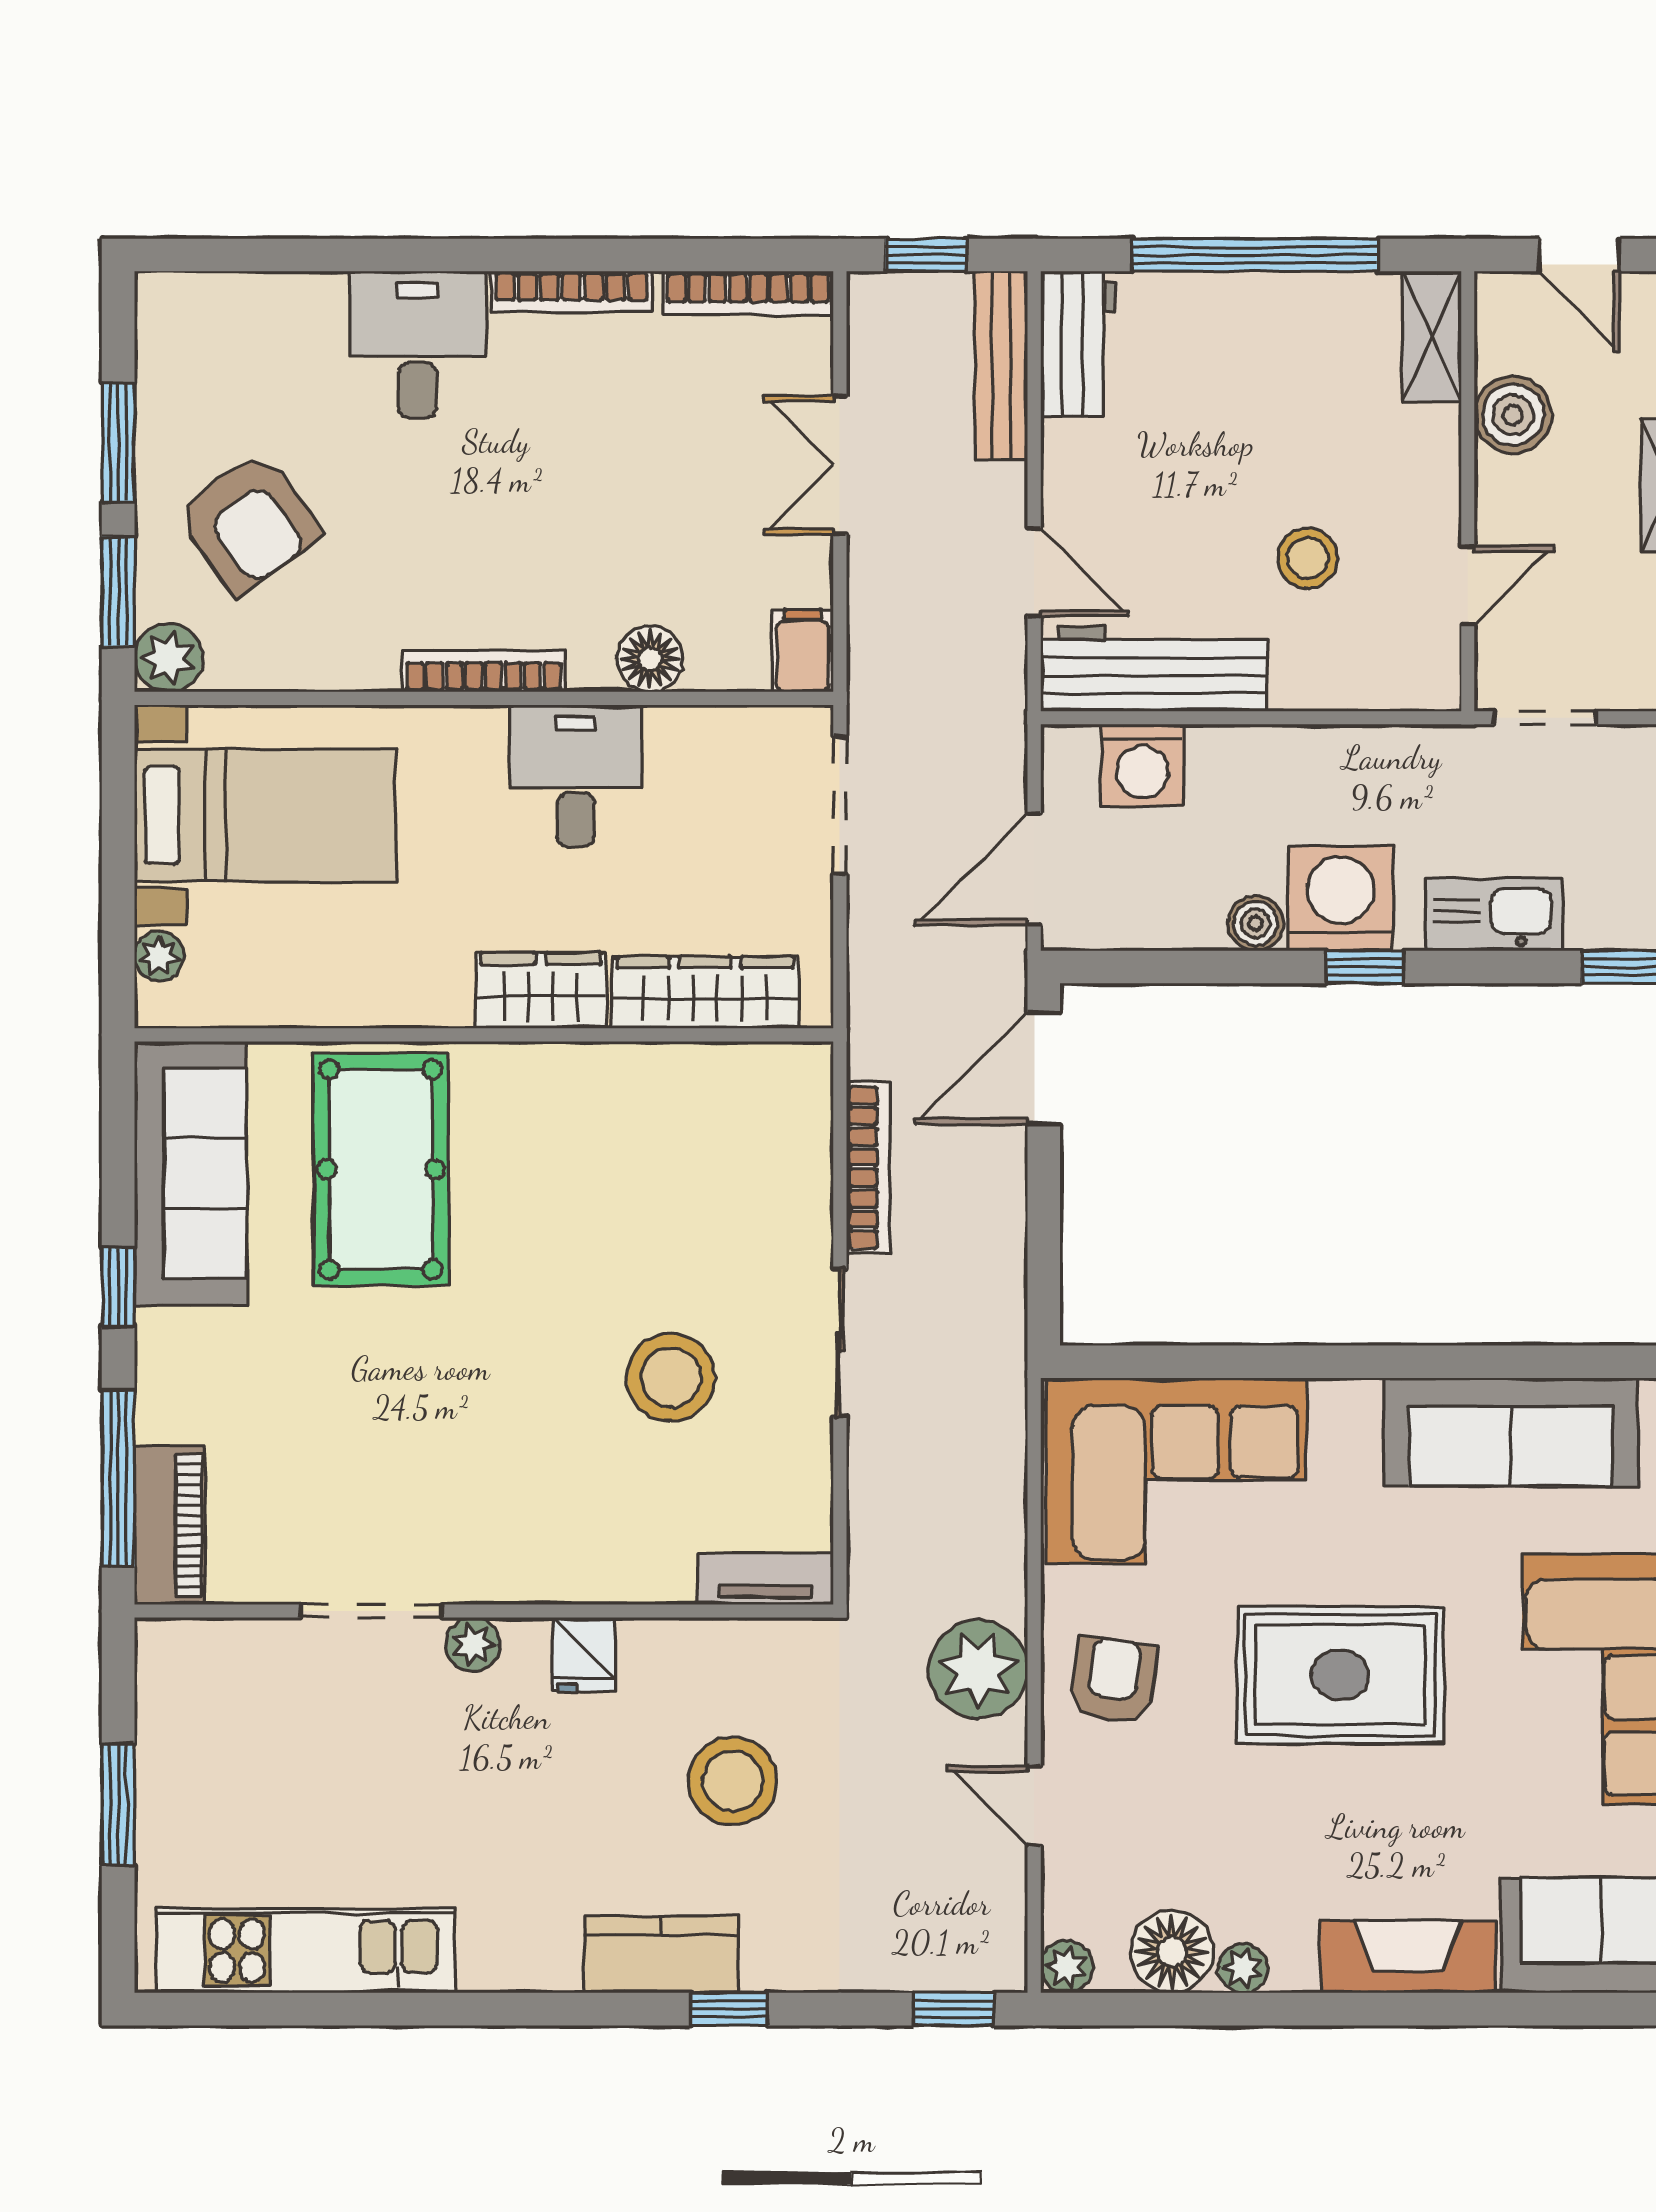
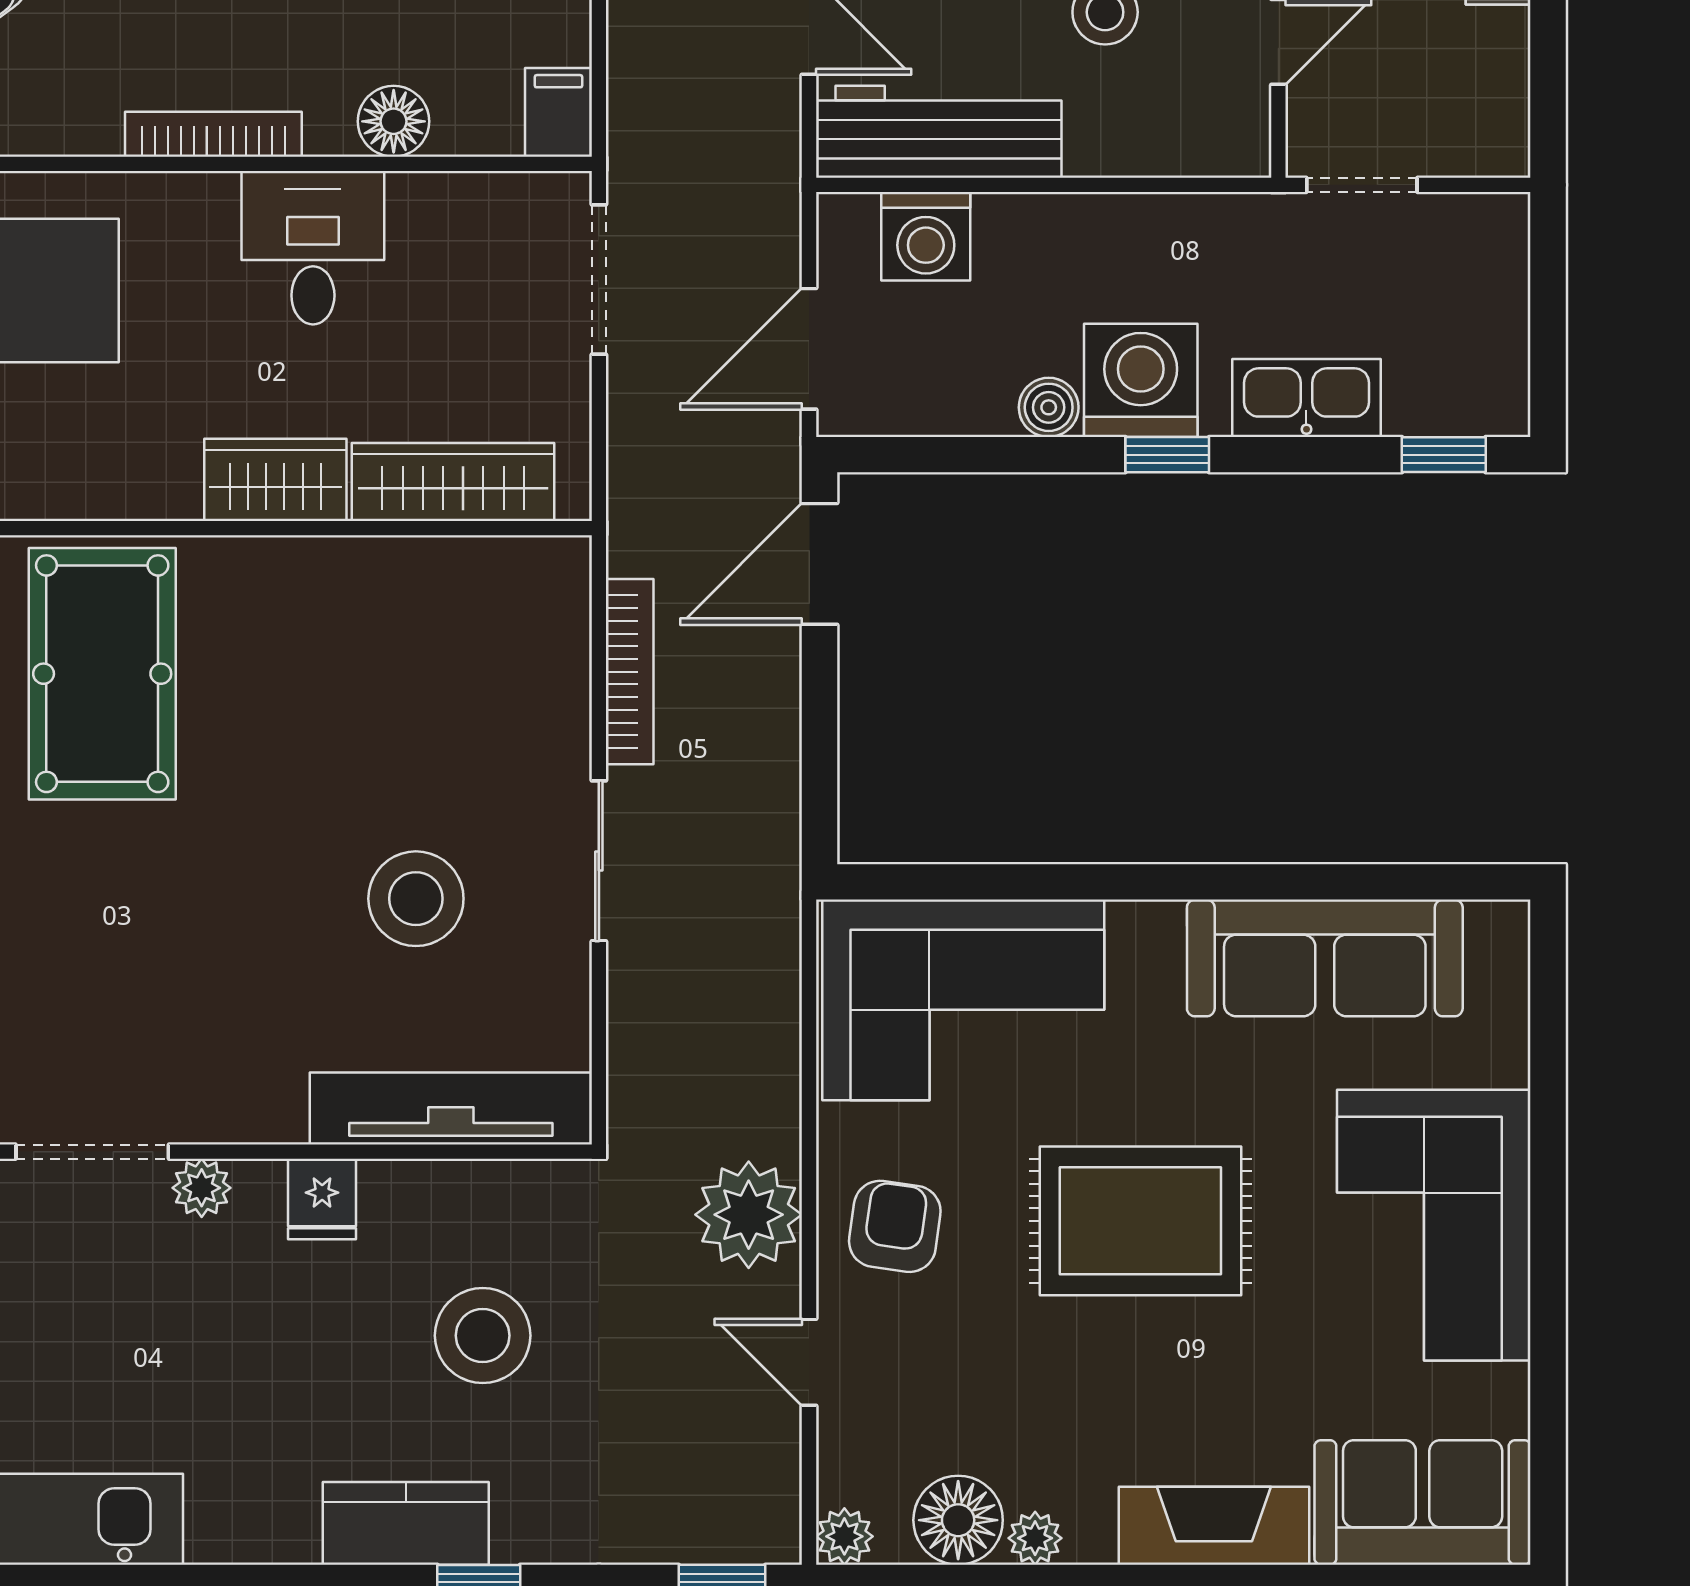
tv unit: (766, 1579) -> (451, 1108), width x1.92, depth x1.29

